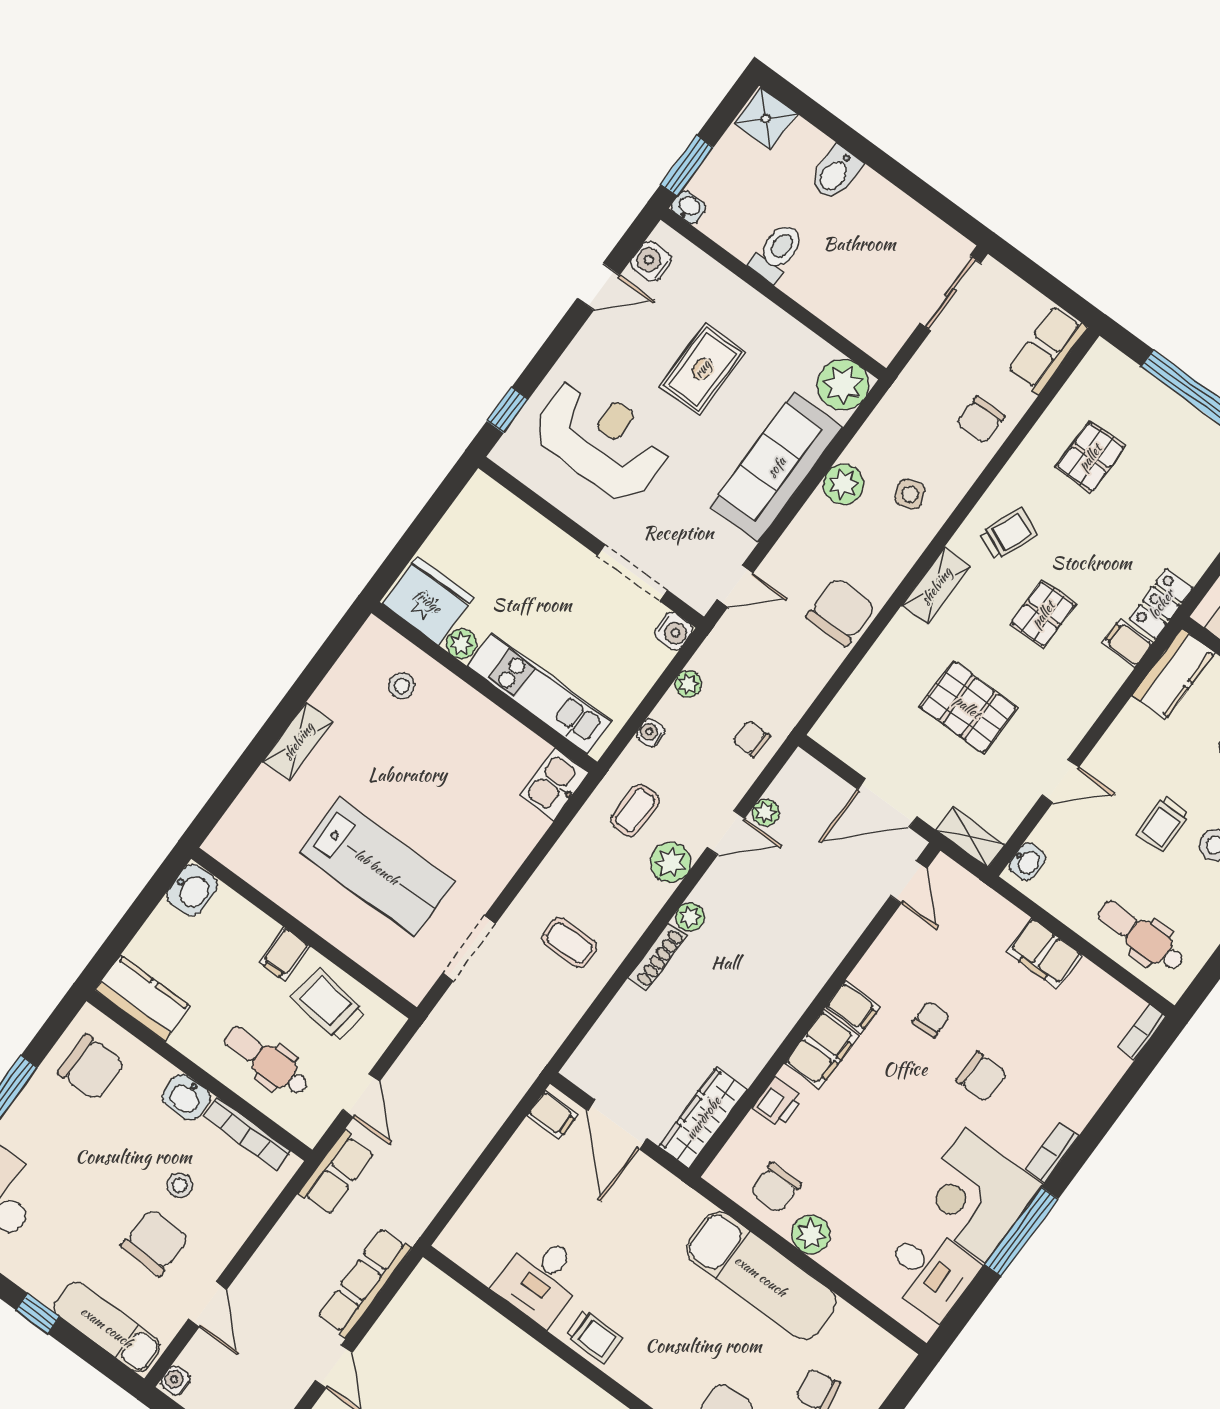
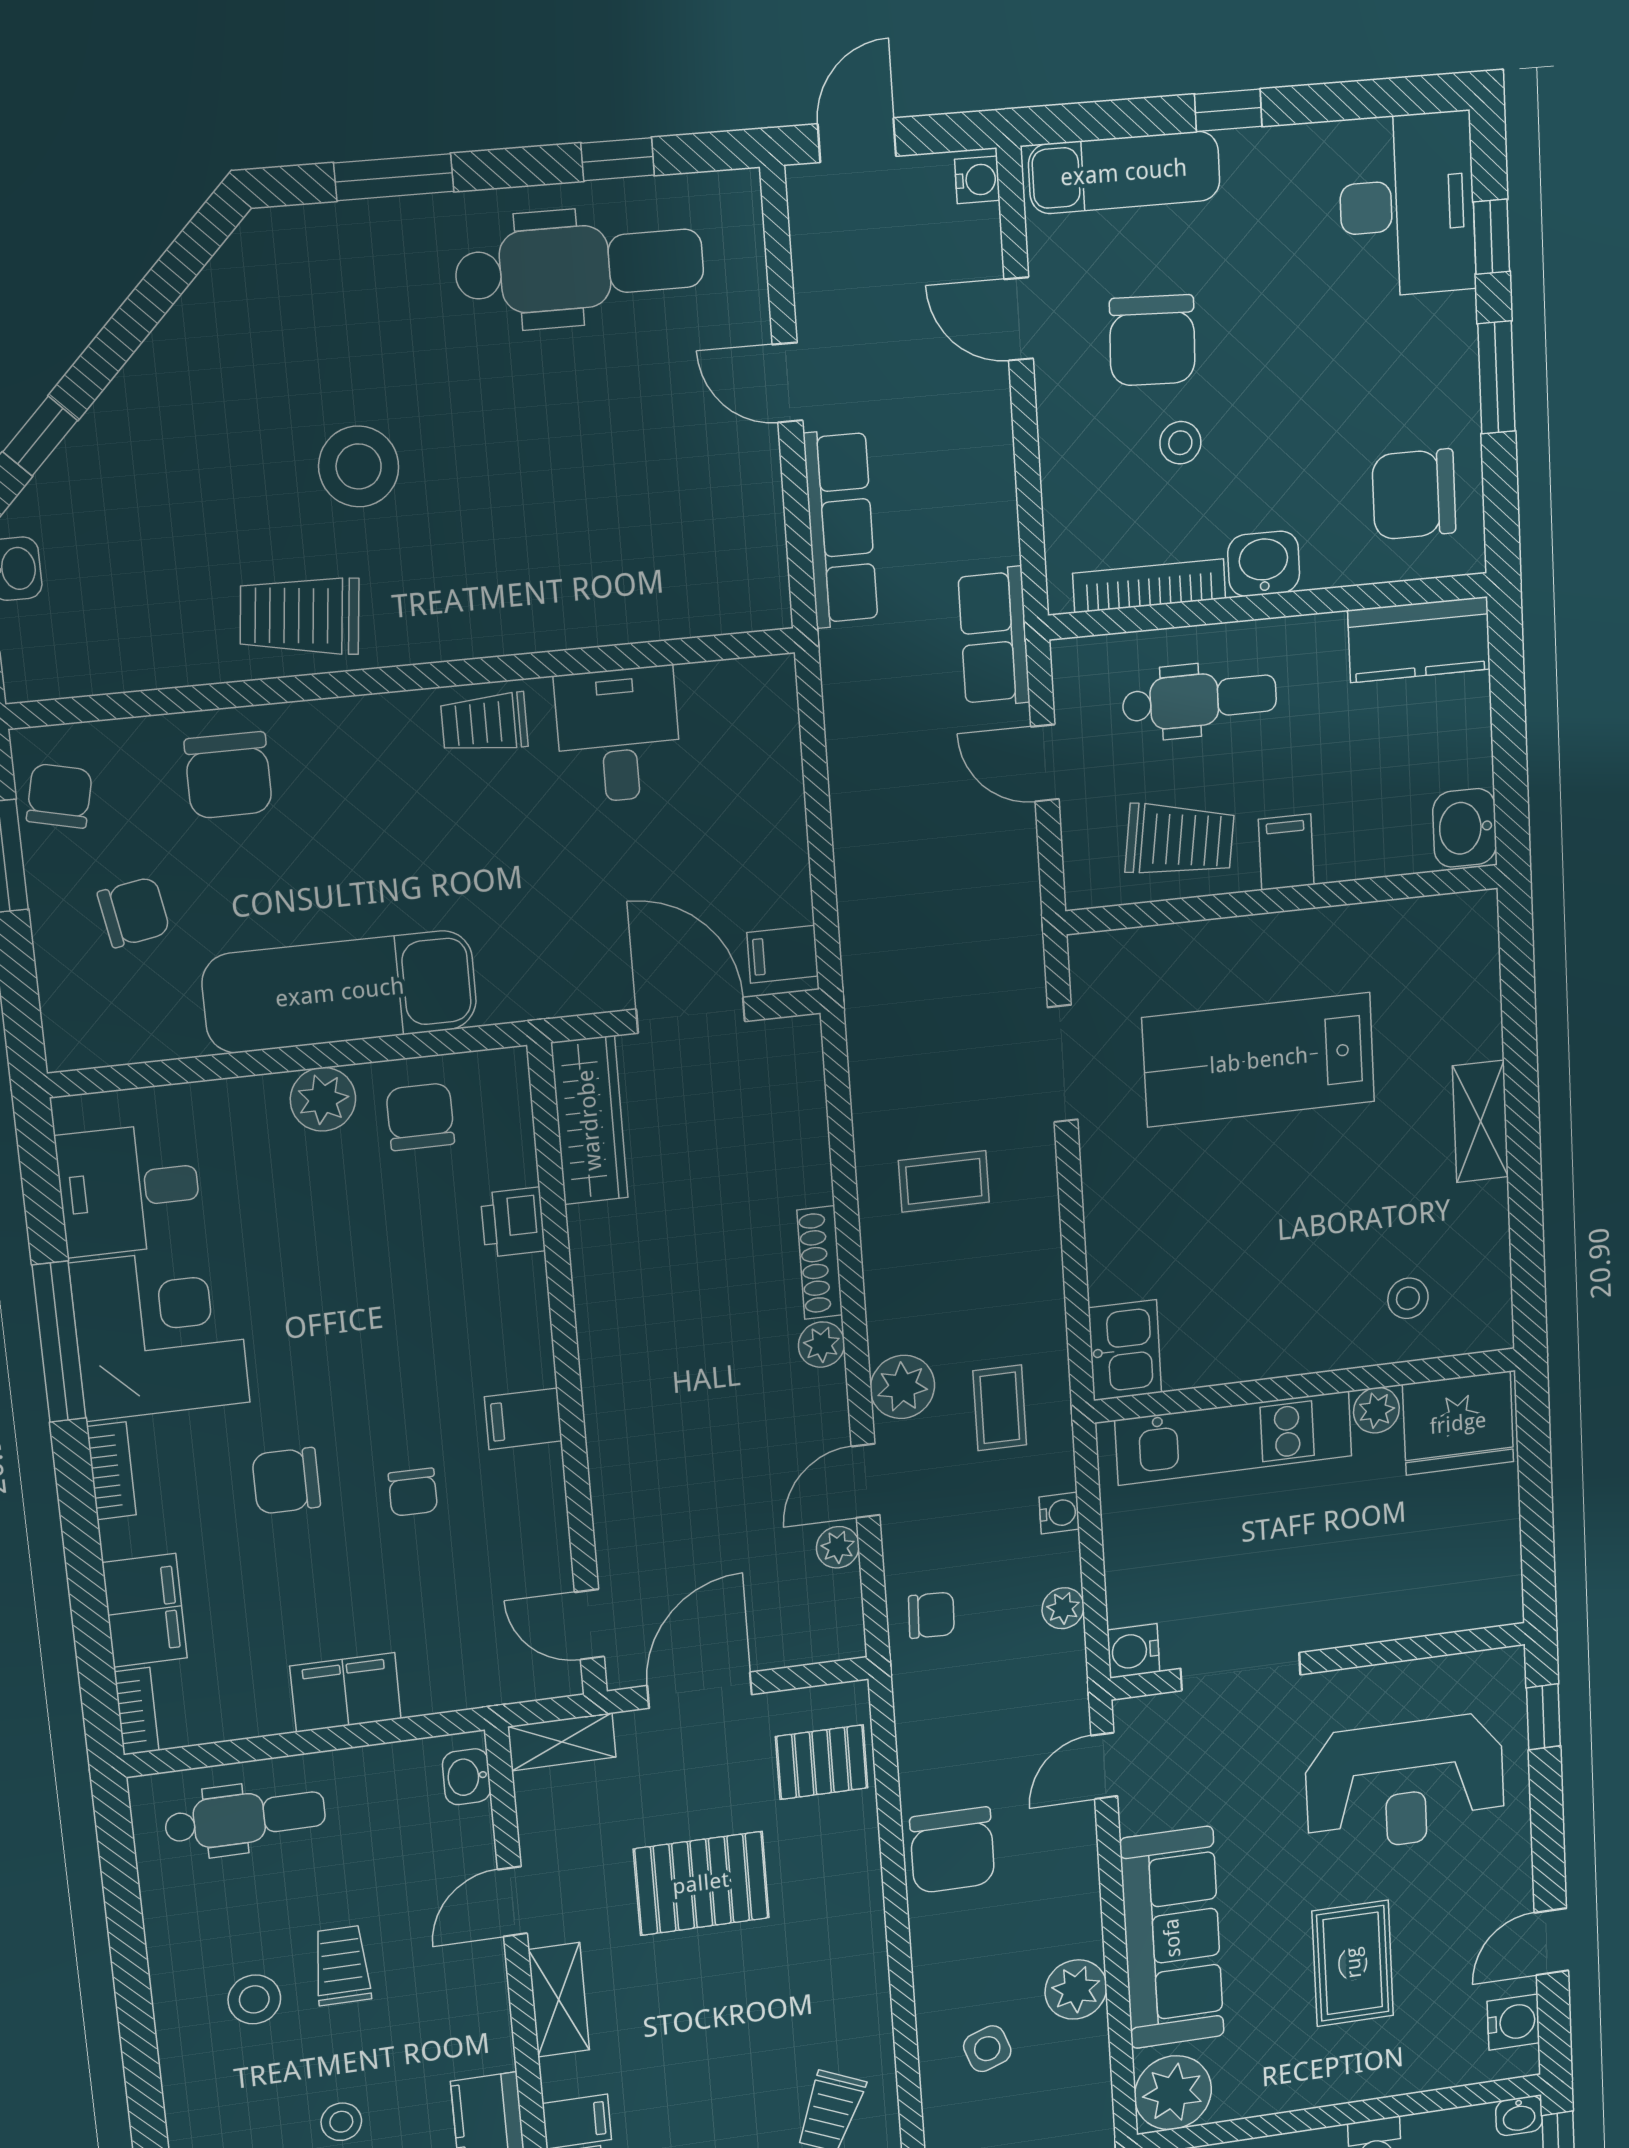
shelving: (936, 586) -> (559, 2000), moved
pallet: (1043, 614) -> (822, 1762), moved, turned 90
filing cabinet: (822, 1049) -> (145, 1610), moved, turned 180

